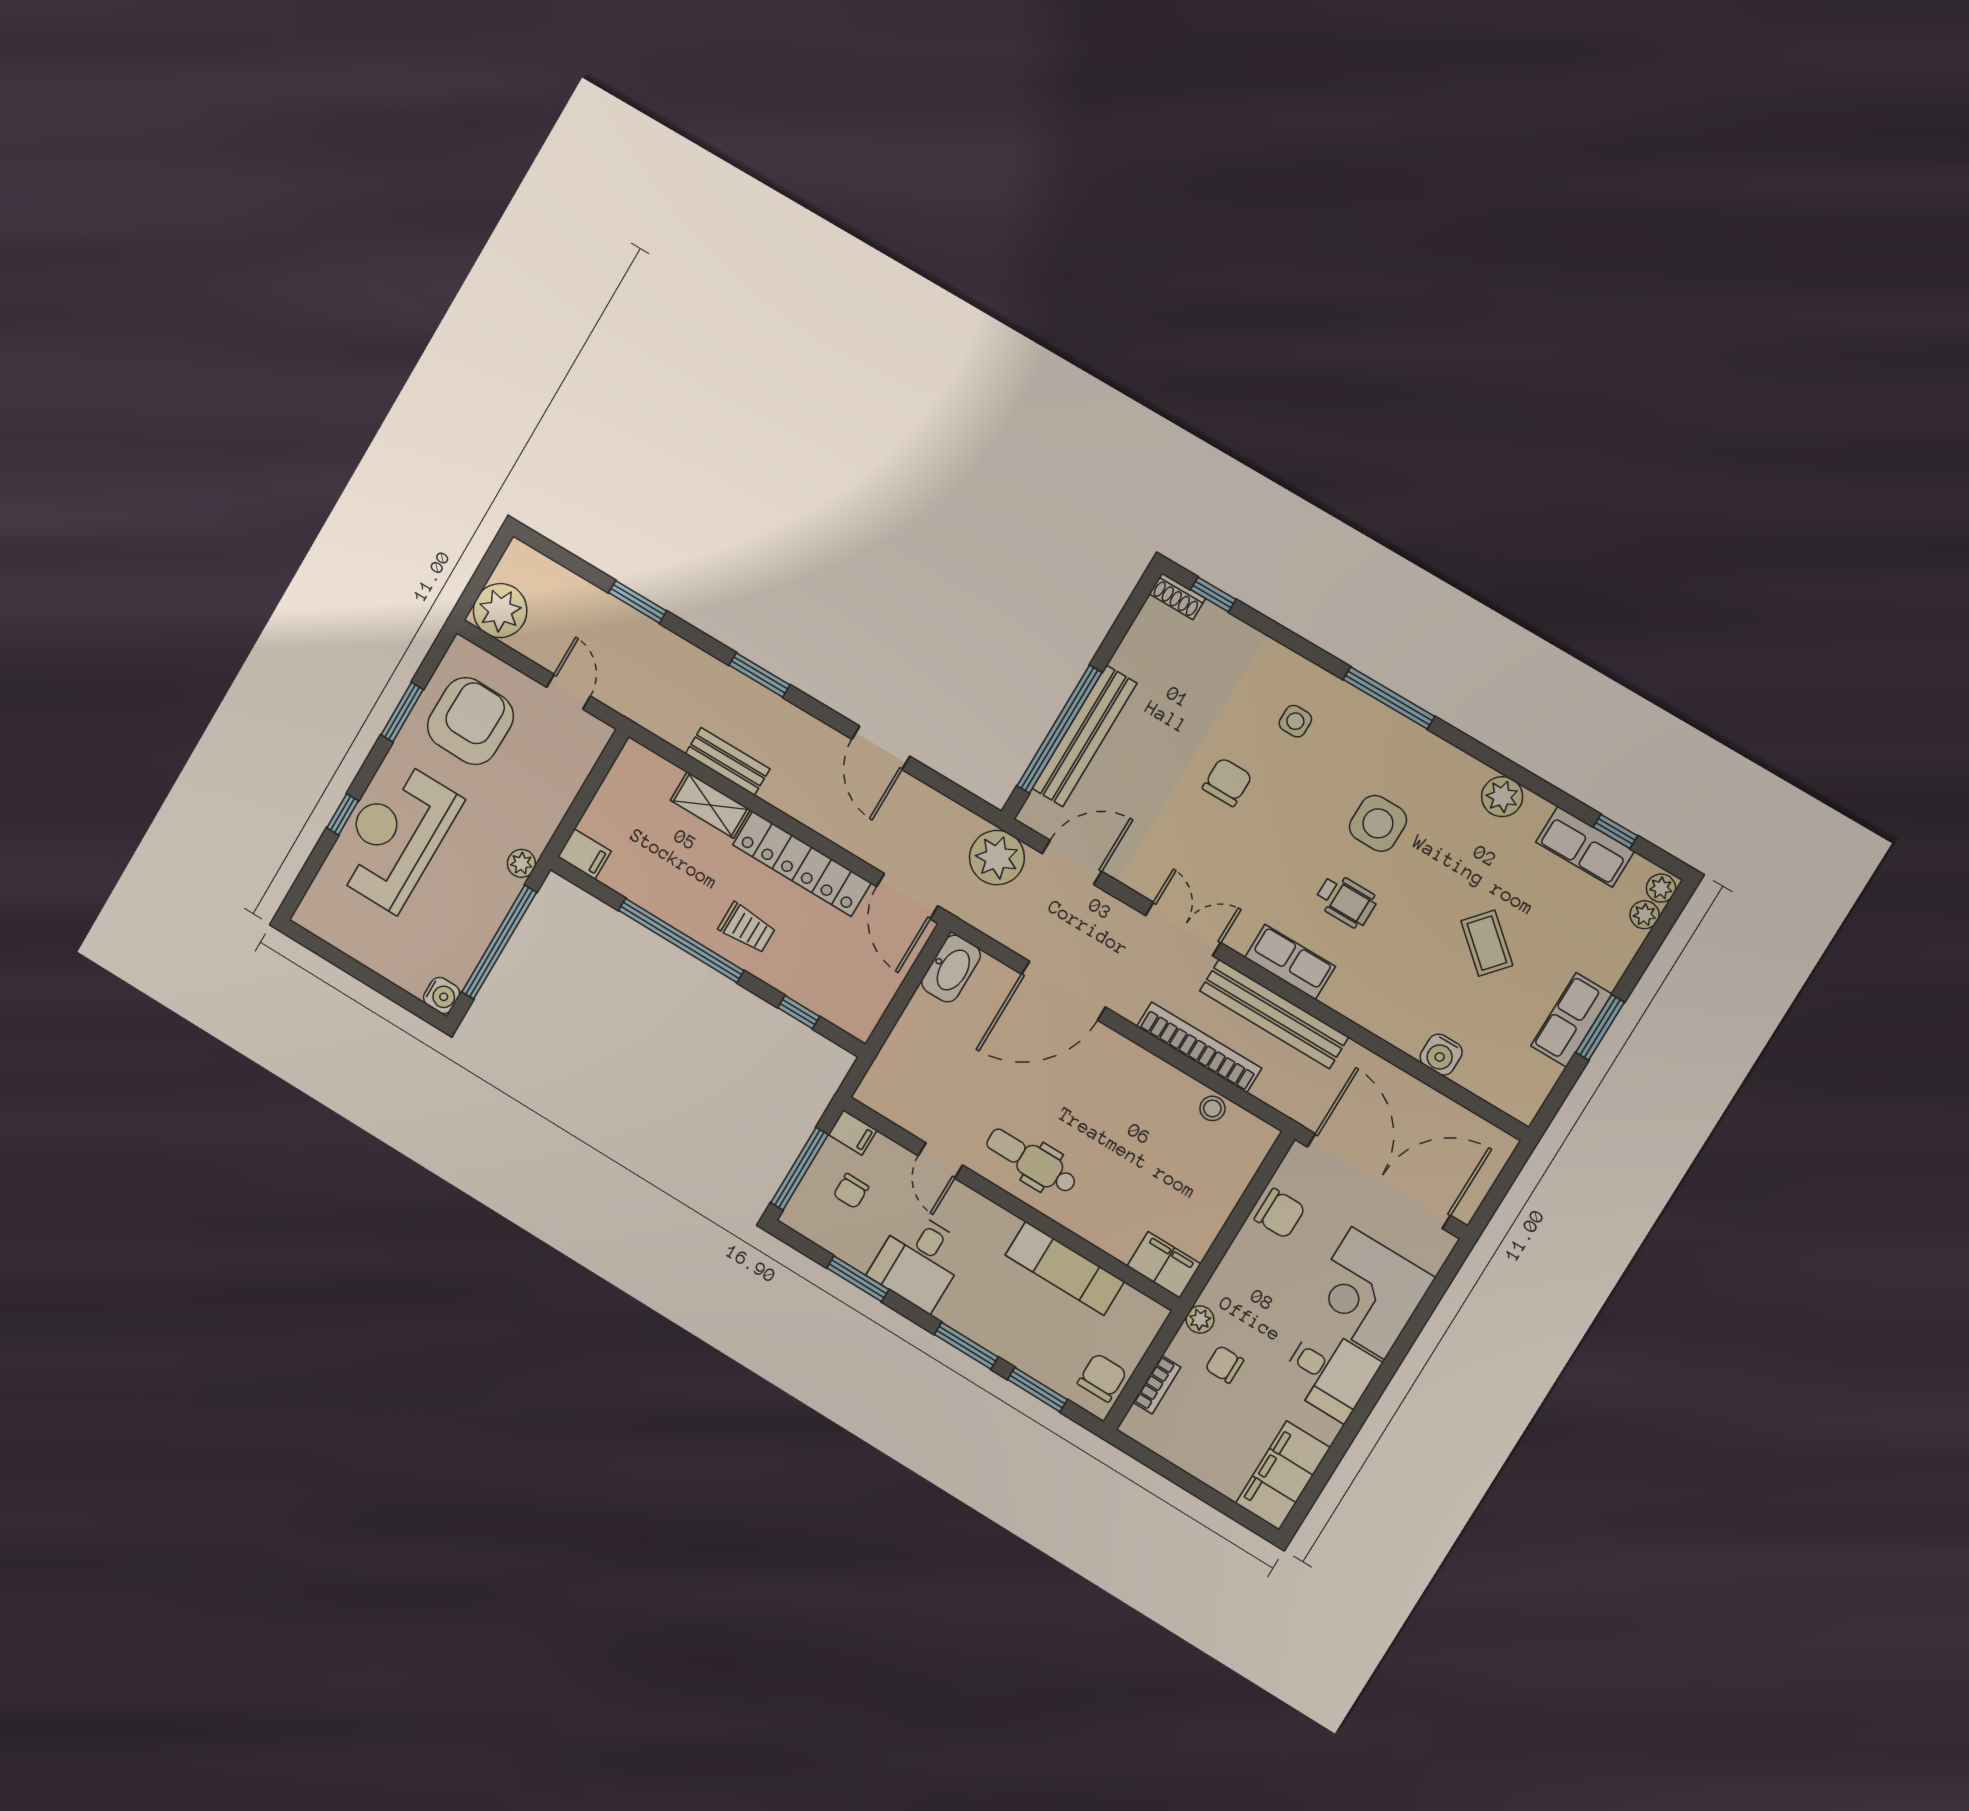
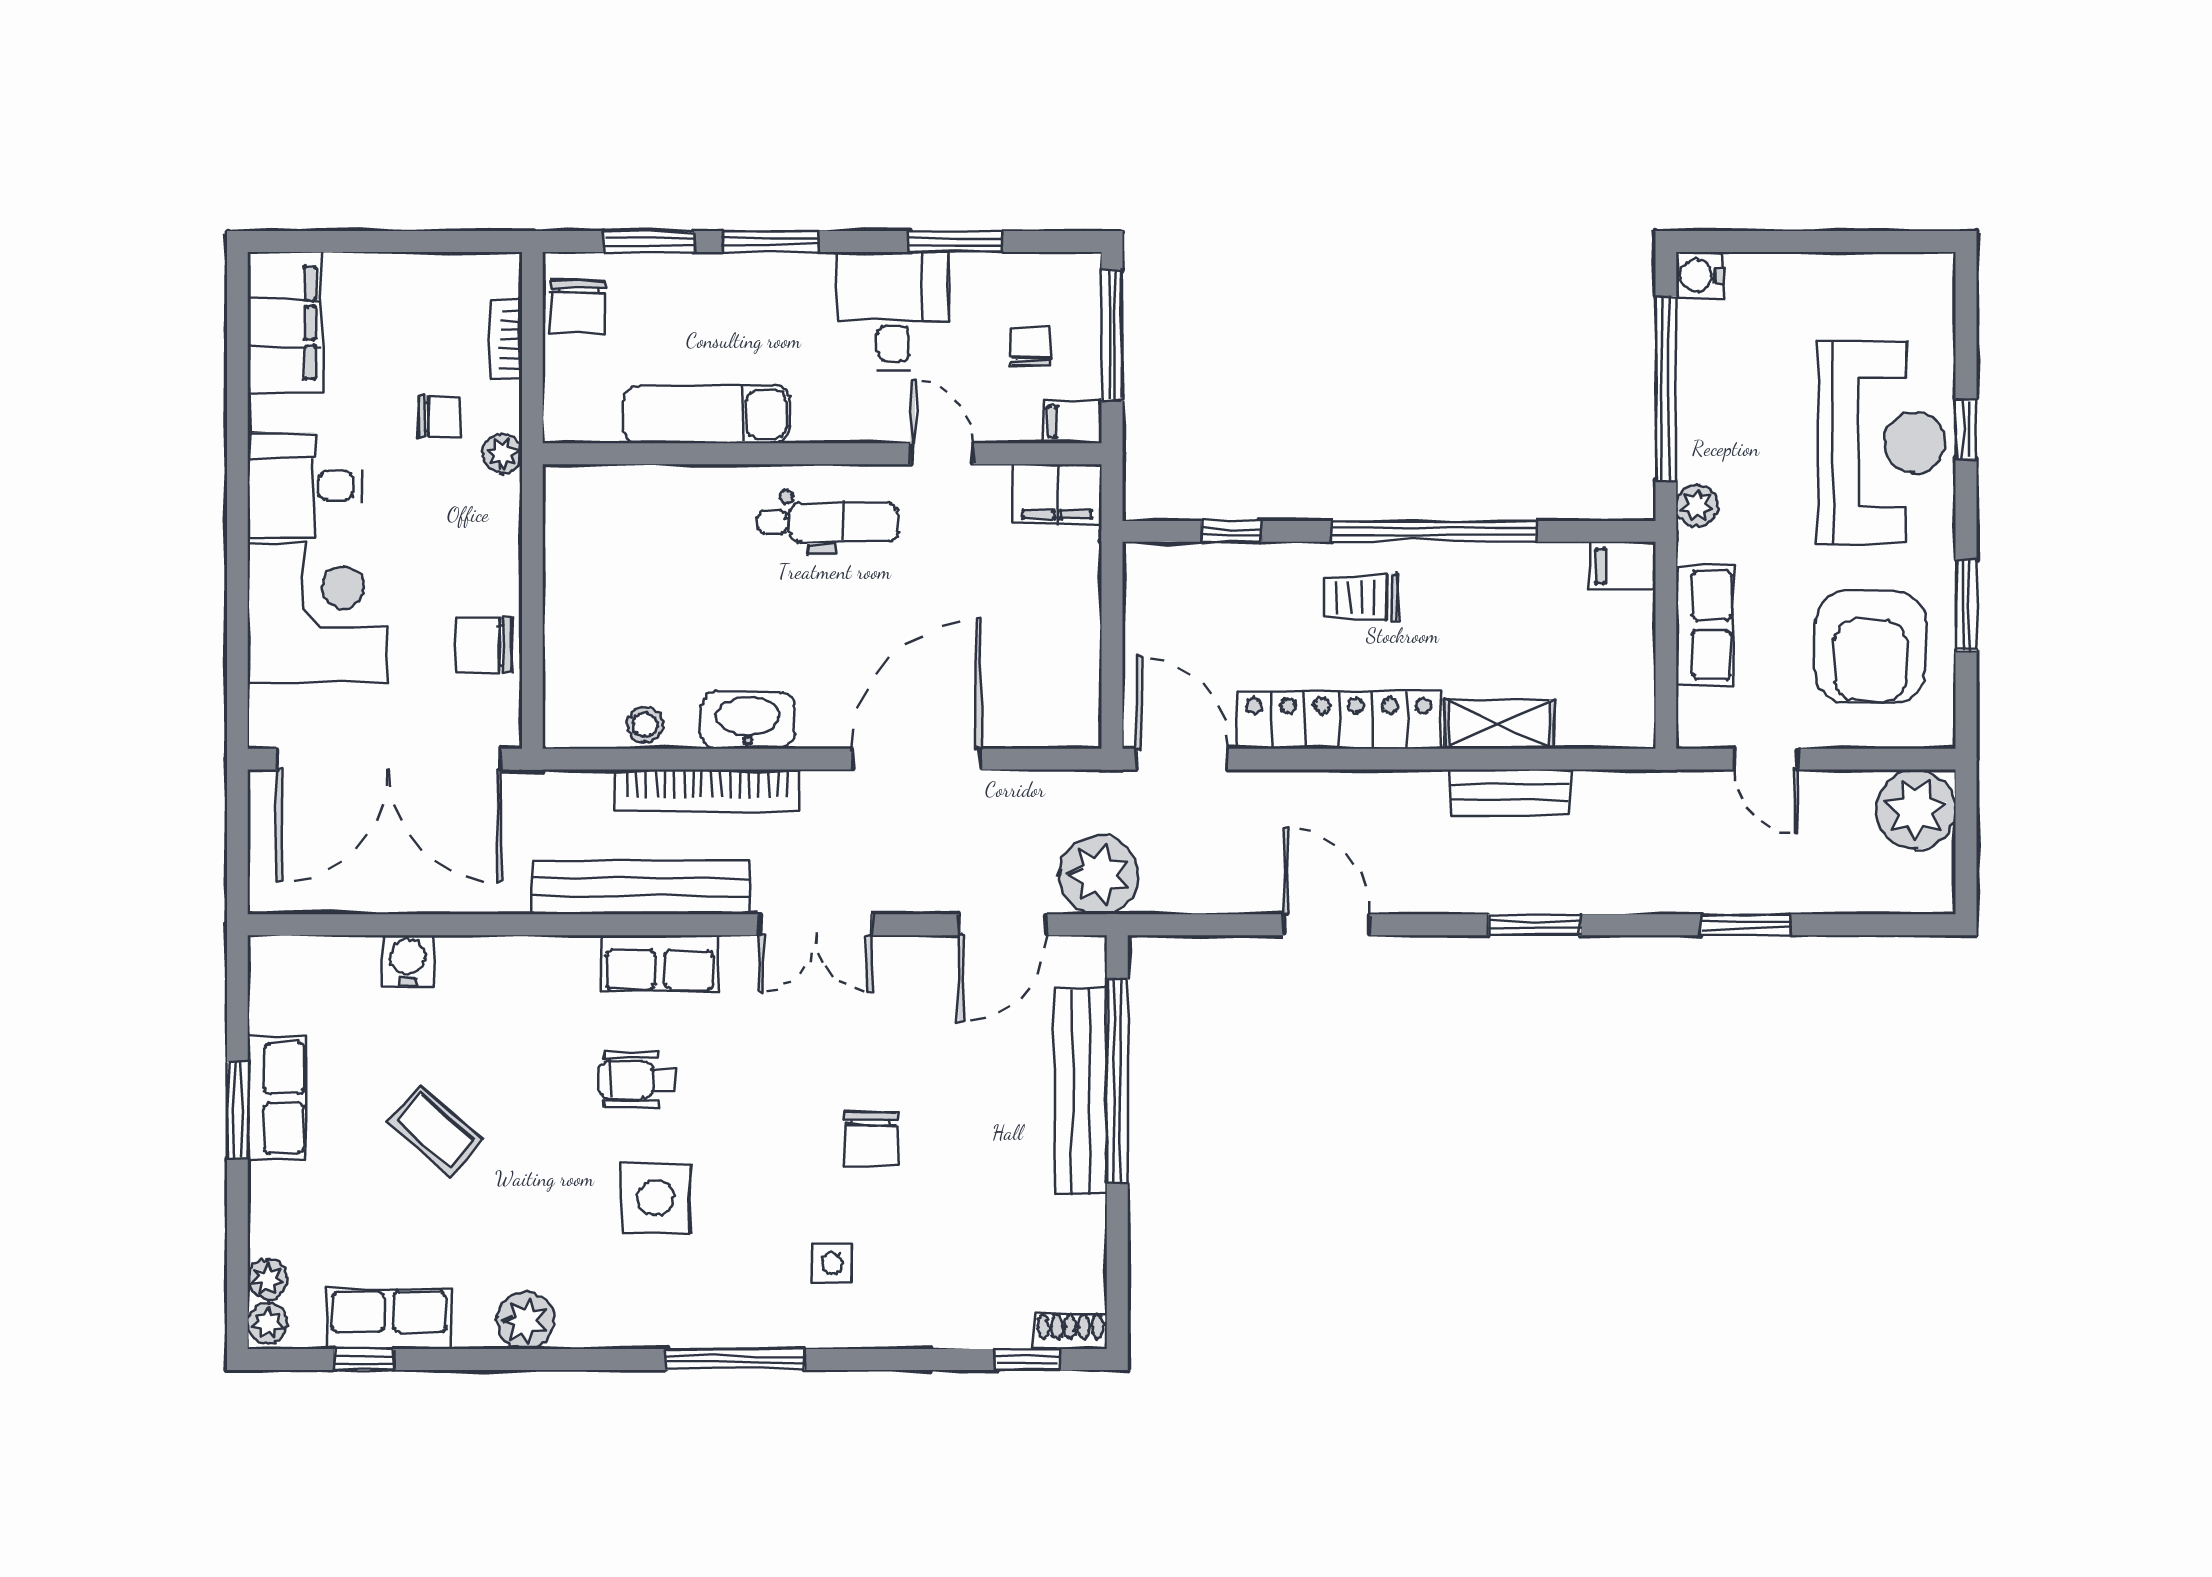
row of seats: (558, 791) -> (1705, 625), added
washbasin: (951, 969) -> (748, 720), moved, turned 90
filing cabinet: (1164, 1265) -> (1057, 494), moved

